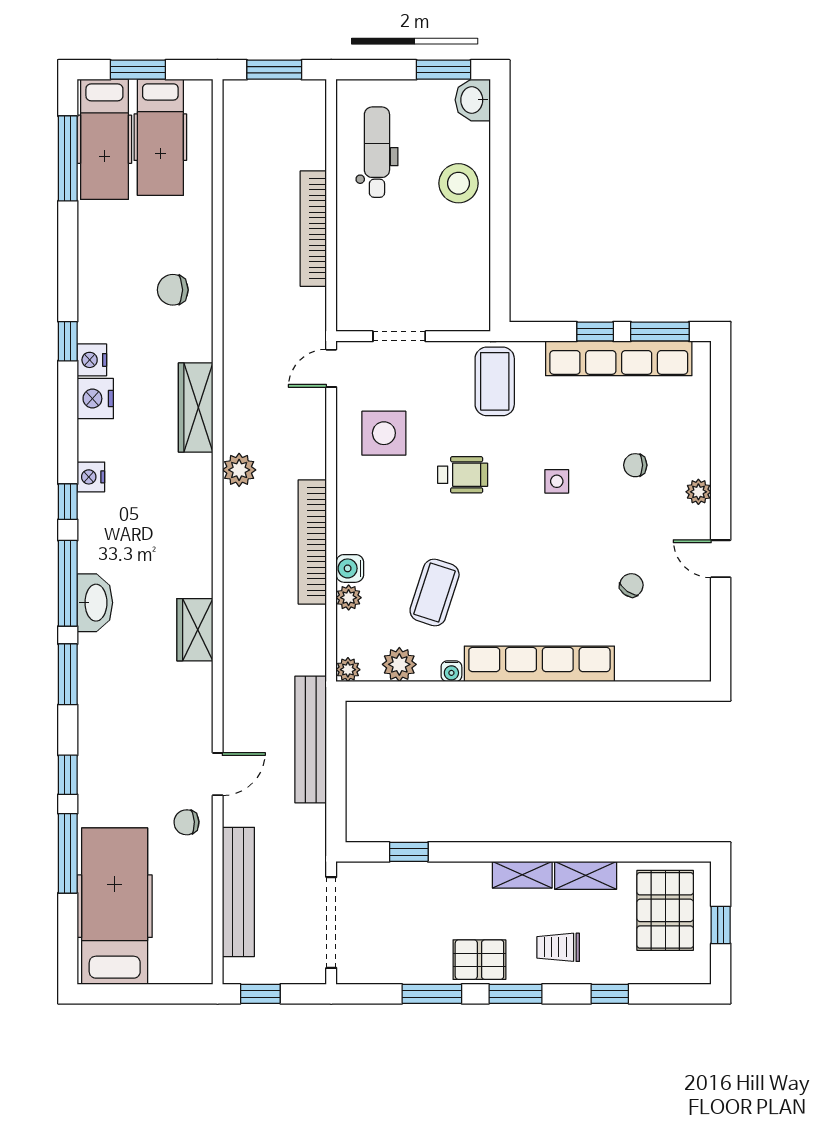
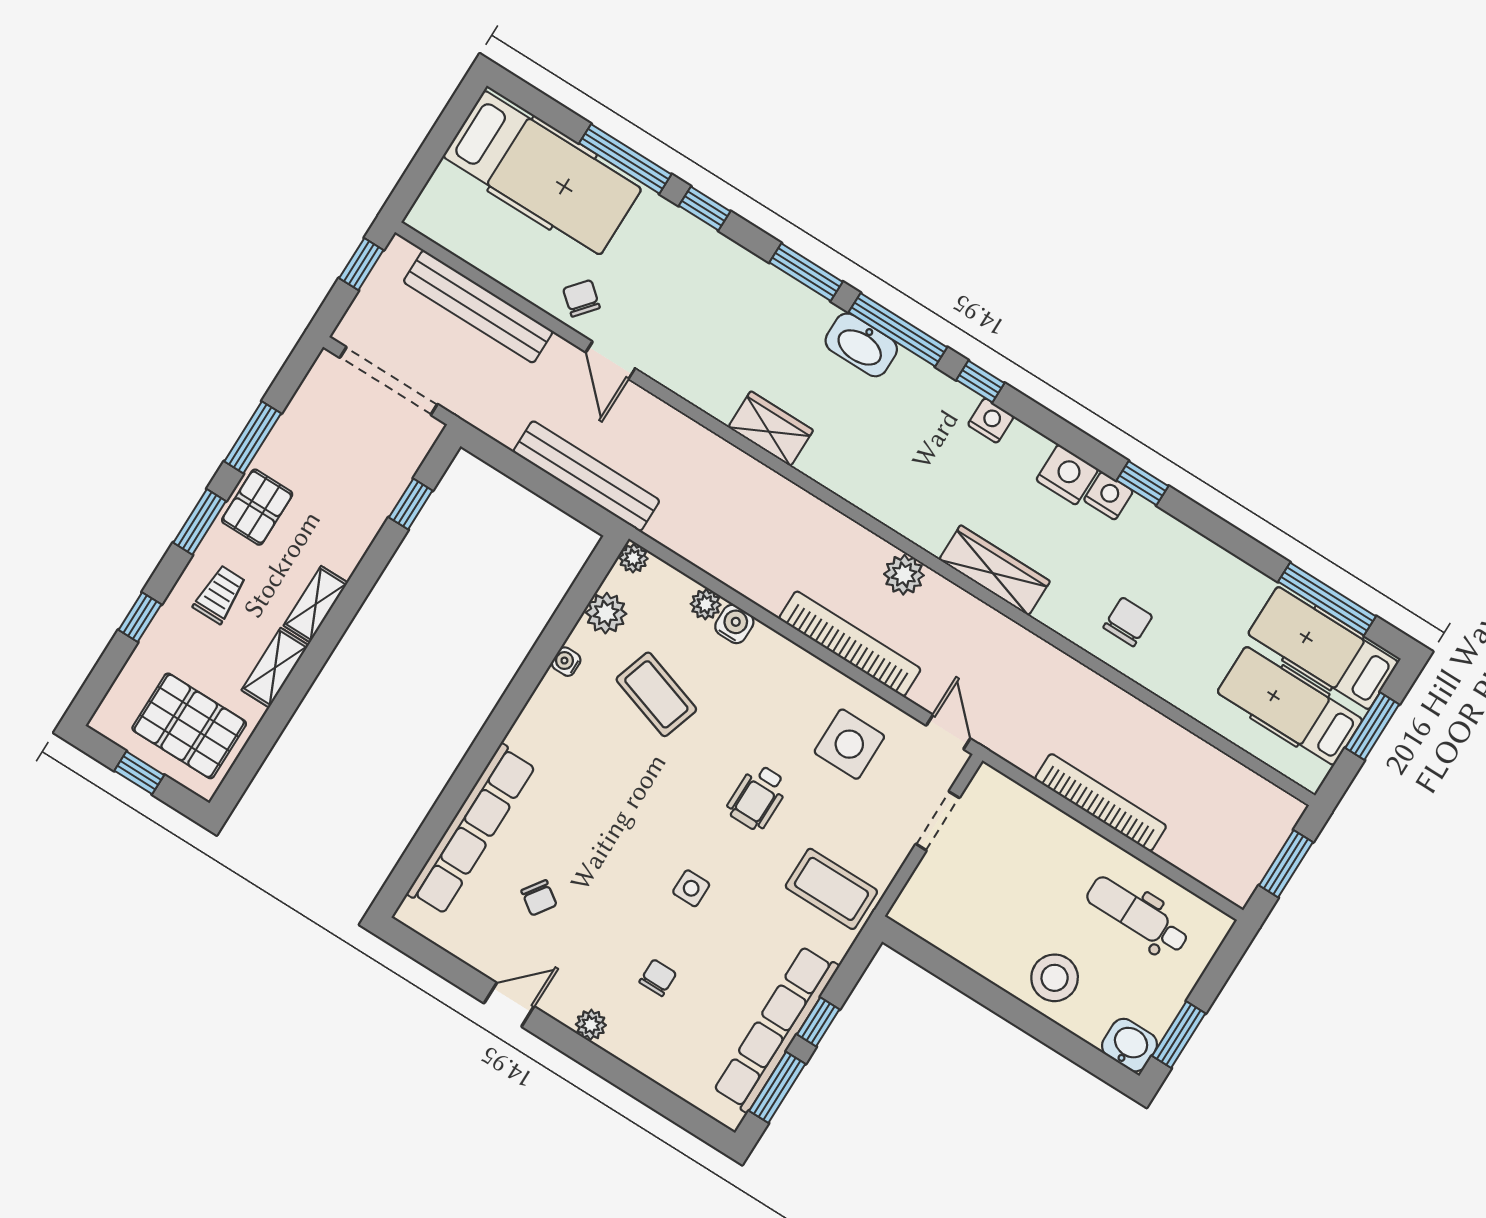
dental chair: (377, 152) -> (1138, 915), turned 180
bookcase: (312, 542) -> (850, 644), moved
row of seats: (539, 664) -> (471, 829), moved
chair: (187, 822) -> (581, 298), turned -47

